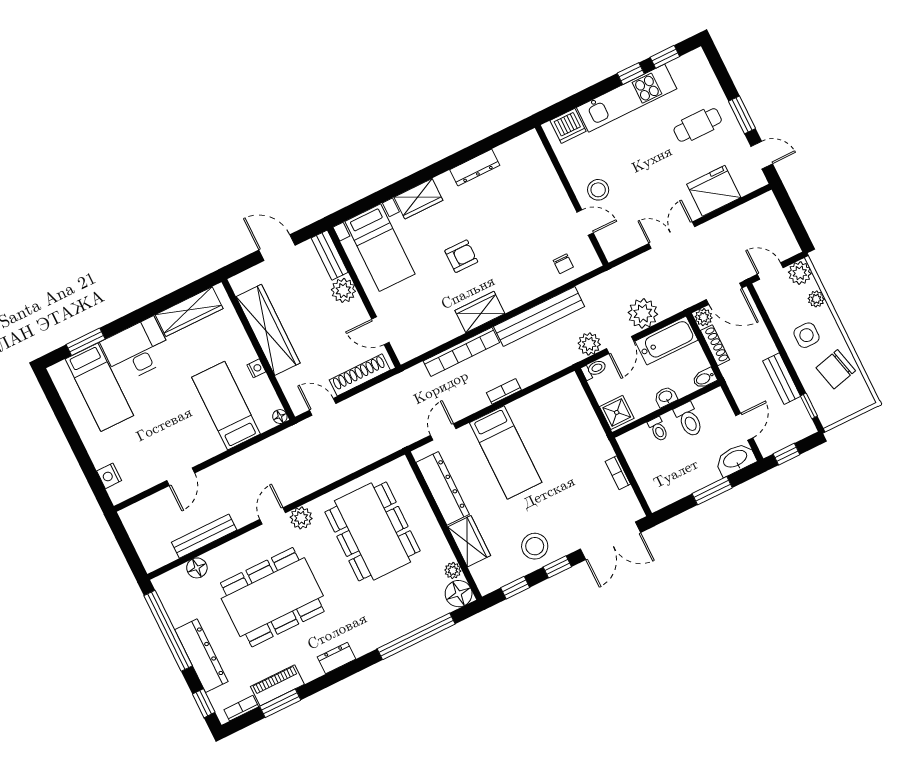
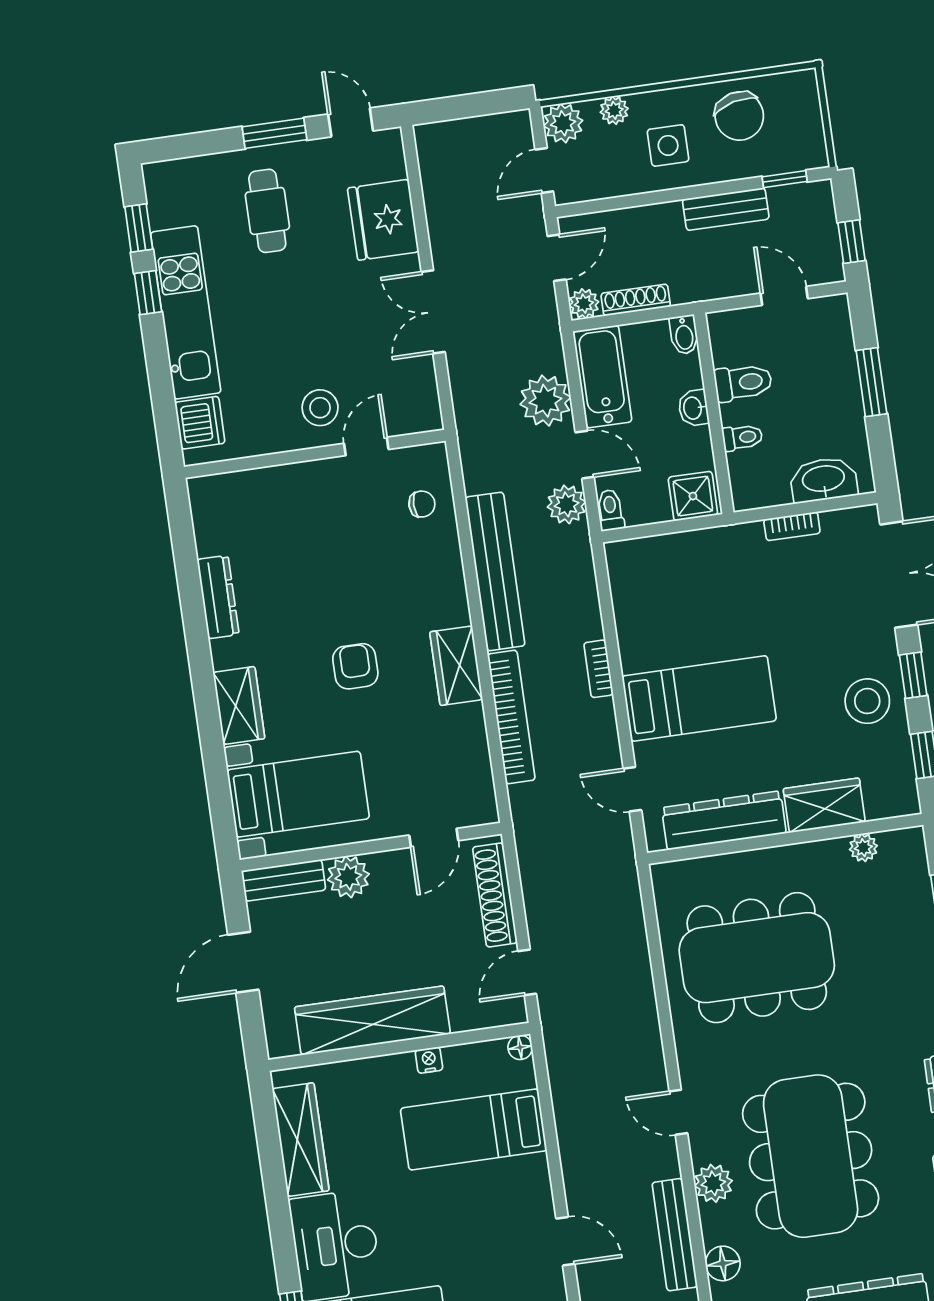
door: (762, 155) -> (351, 122), hinge flipped
door: (724, 294) -> (557, 258), width x0.73
washbasin: (735, 459) -> (824, 480), moved, turned 90
plant: (301, 518) -> (713, 1183), moved
floor lamp: (459, 594) -> (904, 850), removed

